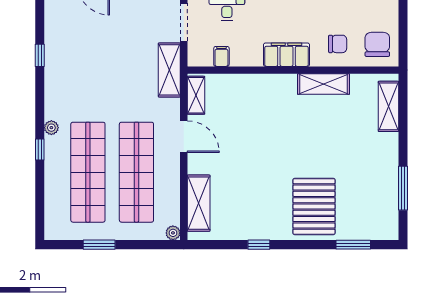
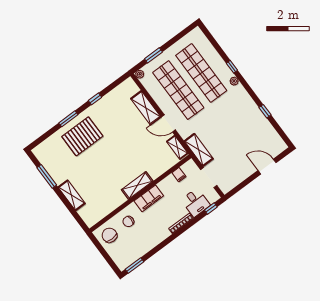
chair: (377, 44) -> (109, 235), turned 180
shelving: (323, 84) -> (137, 185), moved
shelving: (388, 106) -> (72, 195), moved
shelving: (199, 203) -> (146, 108), moved
pallet: (314, 206) -> (82, 136), turned 90
window: (99, 245) -> (153, 55), moved
window: (353, 245) -> (68, 119), moved

